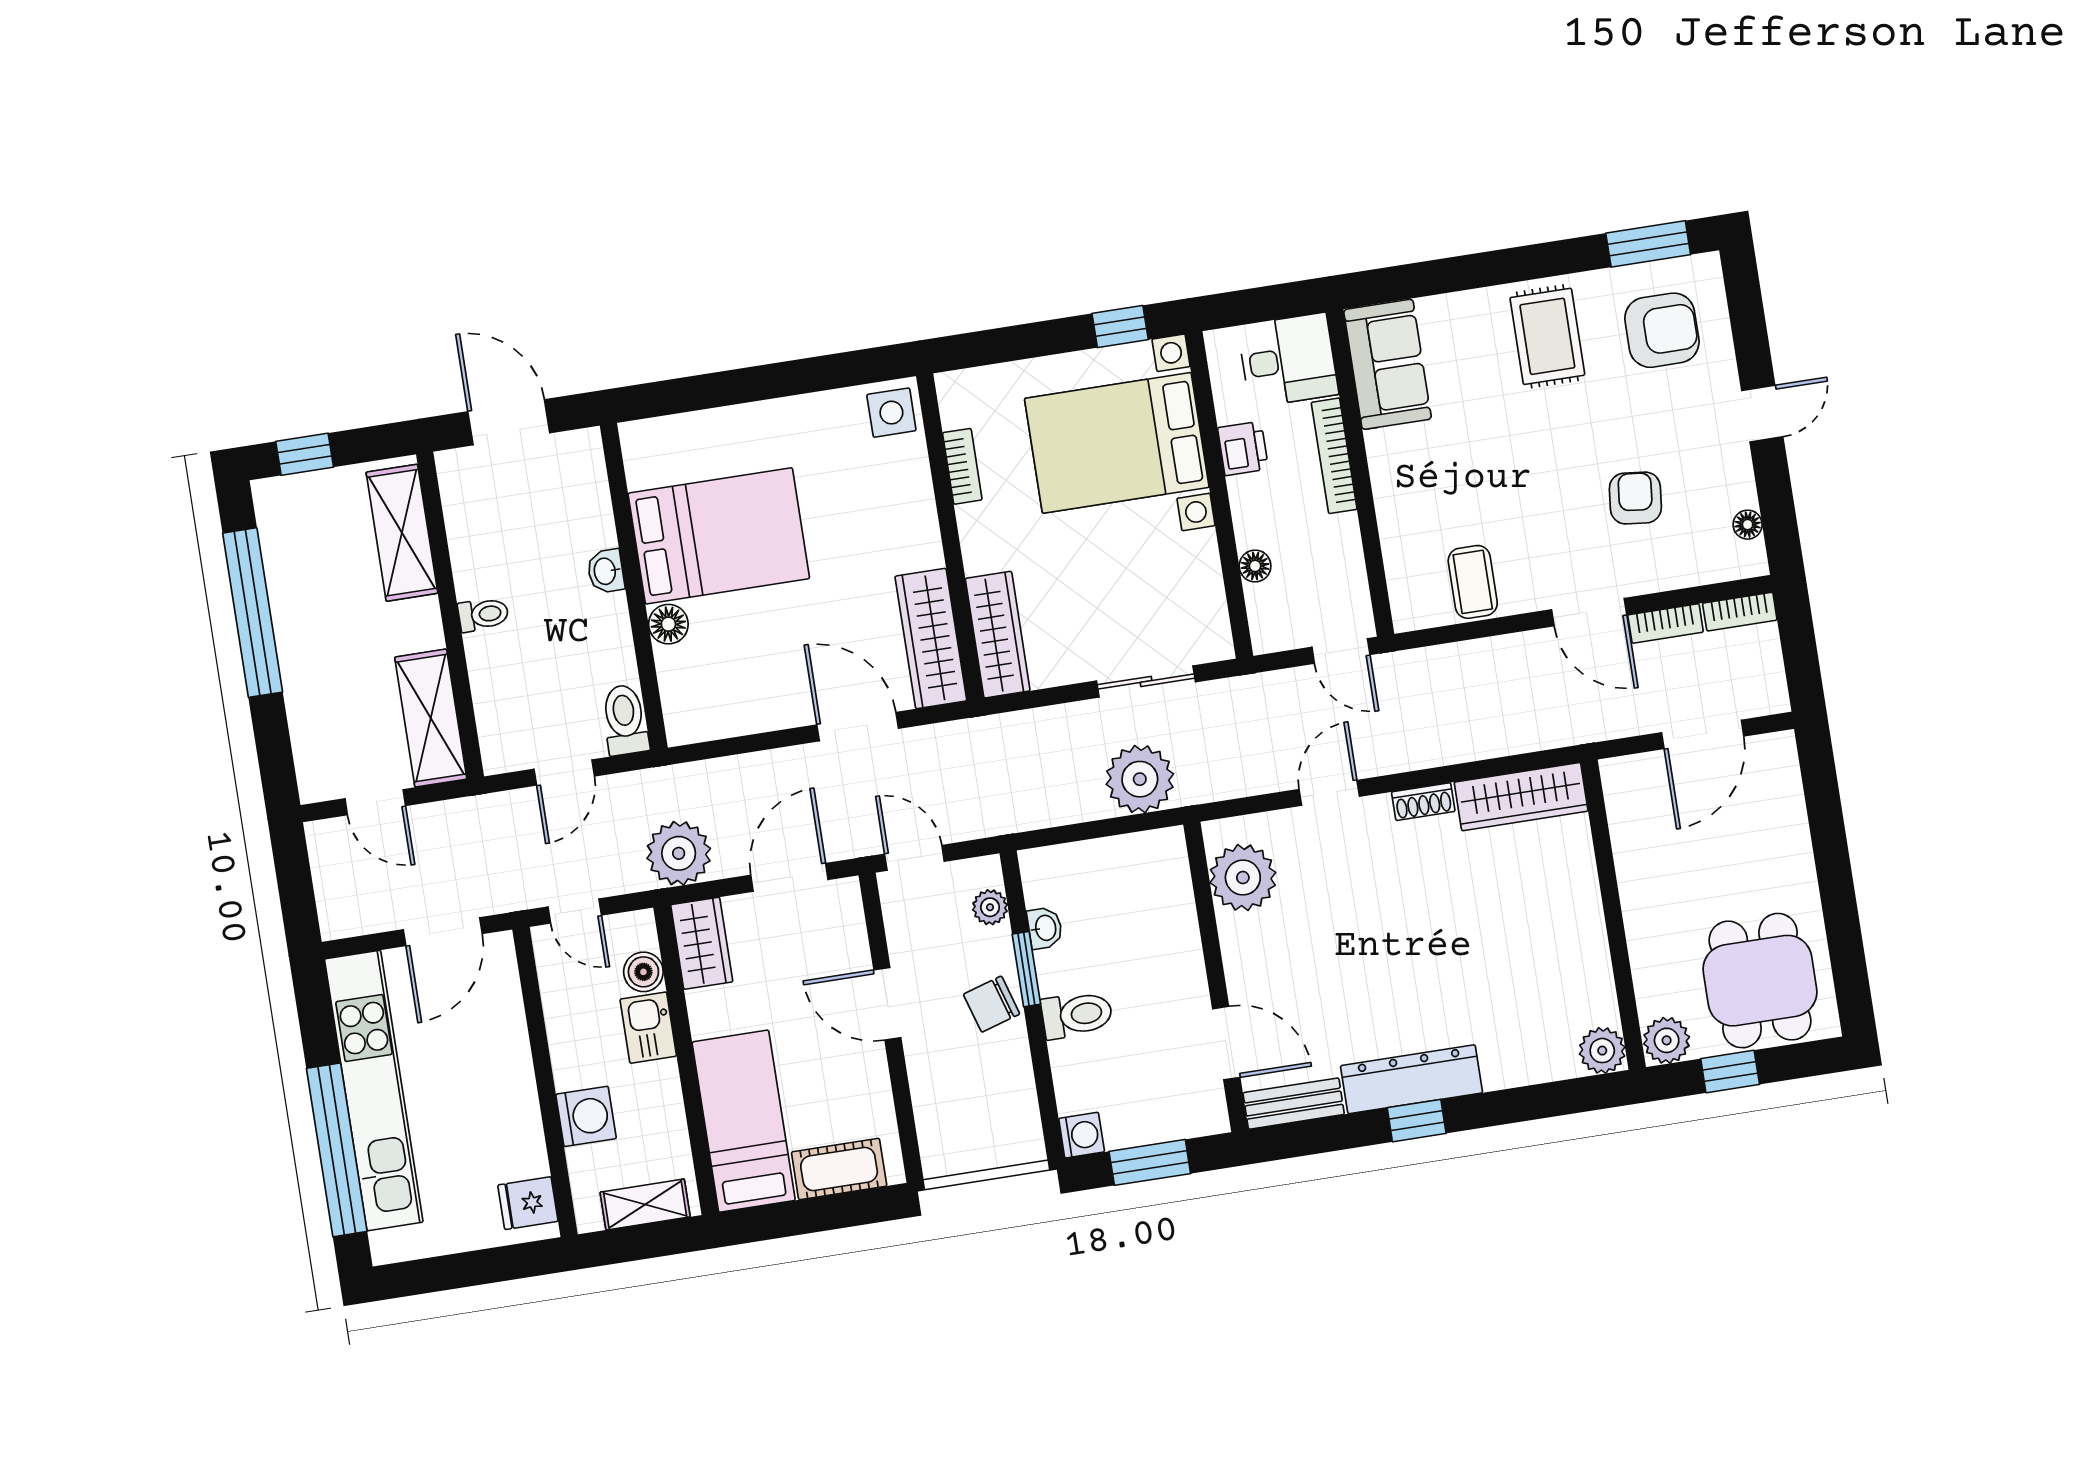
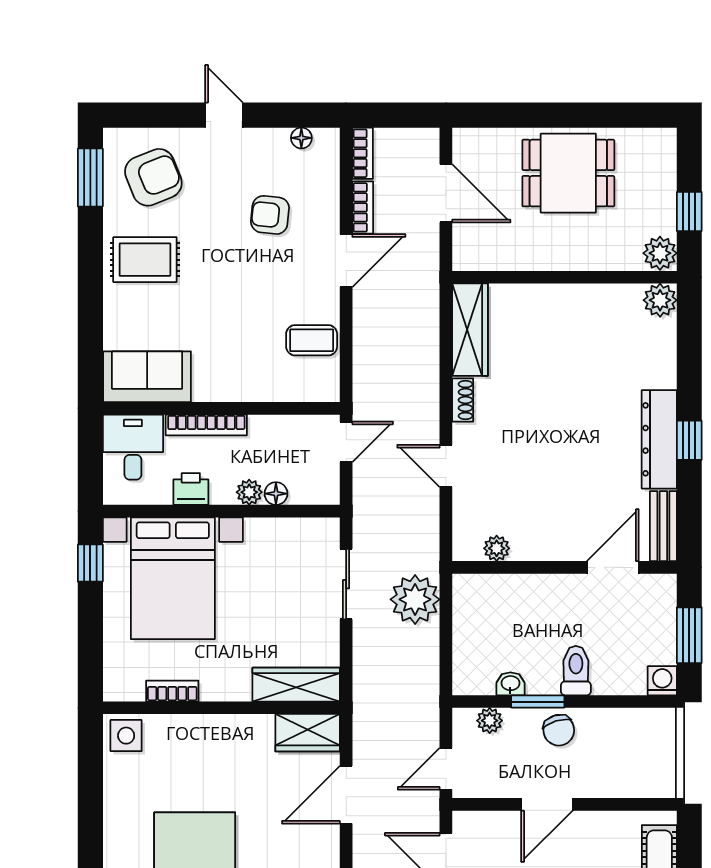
armchair: (1662, 330) -> (153, 177), turned 68
plant: (1251, 529) -> (249, 492), added
wardrobe: (931, 639) -> (308, 733), width x0.67
plant: (1243, 878) -> (497, 548), width x0.53, depth x0.53
dining table: (1760, 981) -> (568, 173), moved

